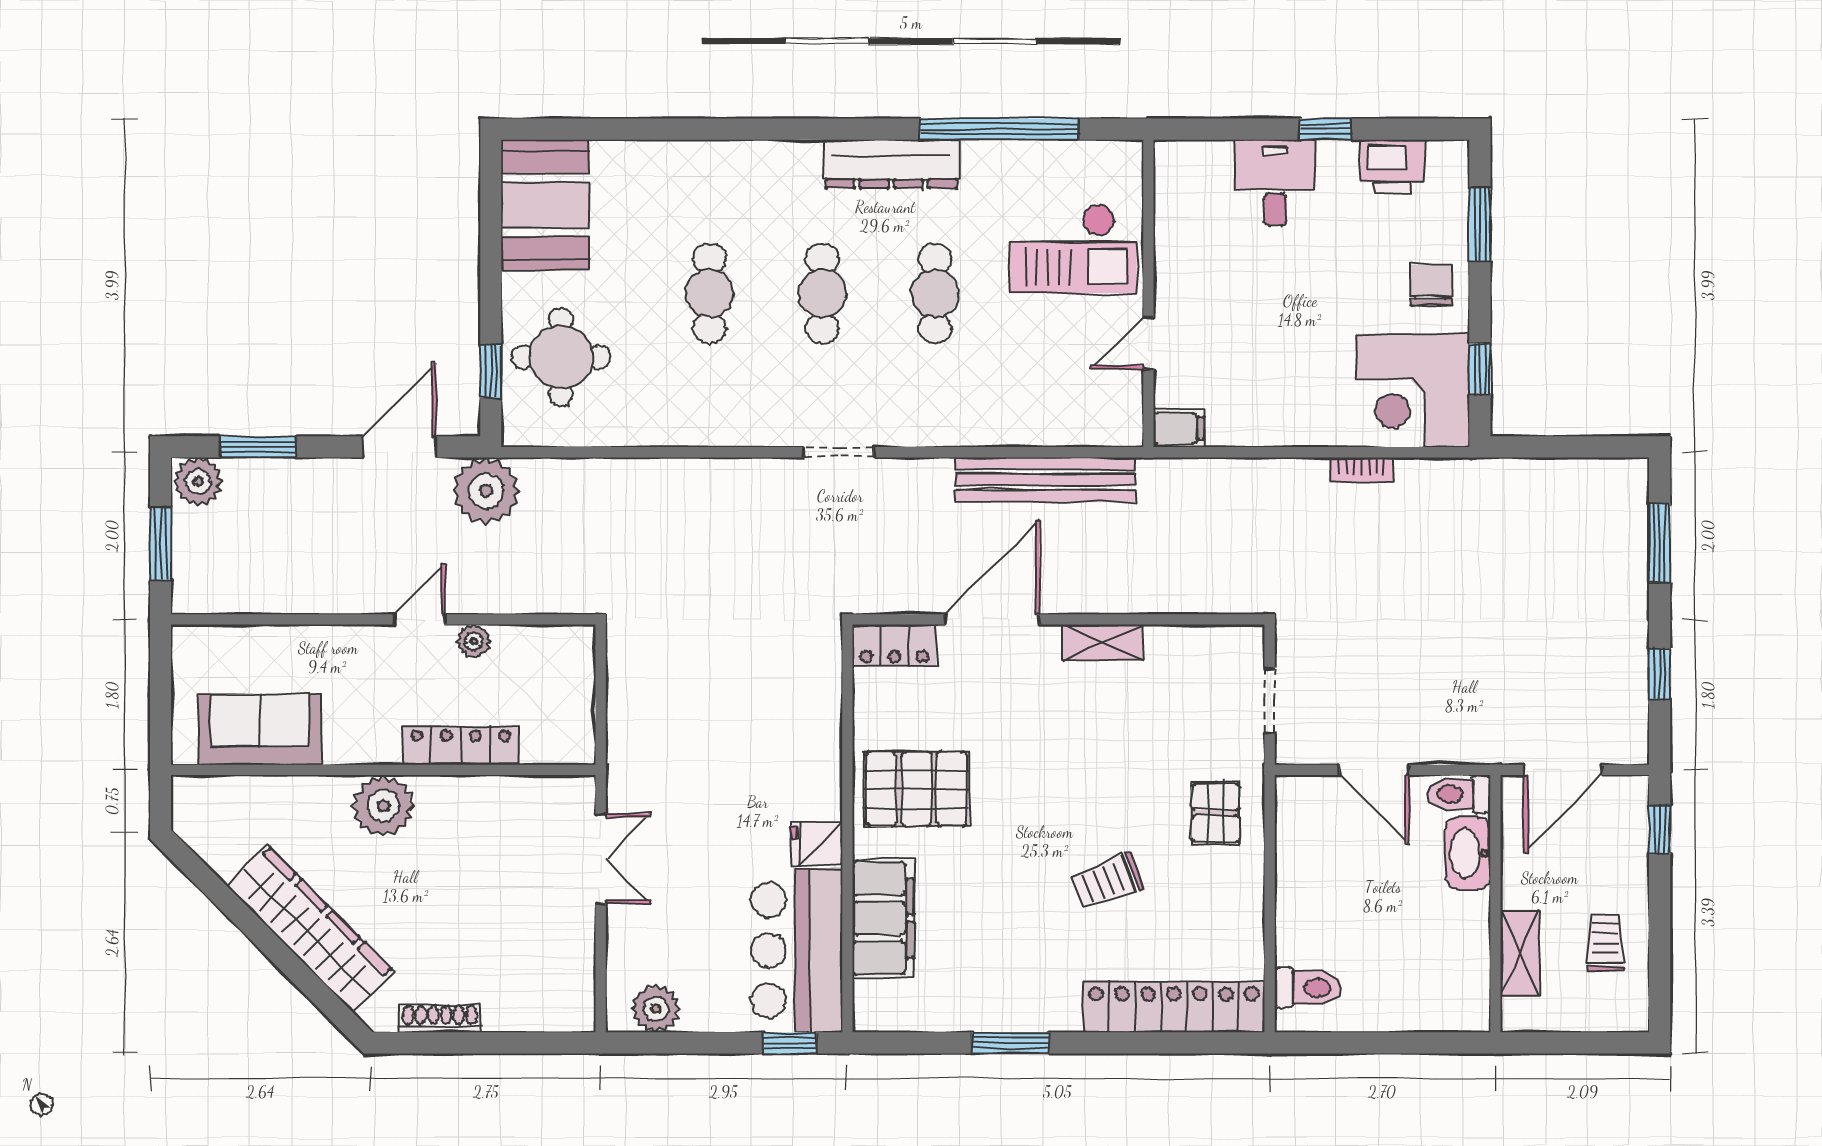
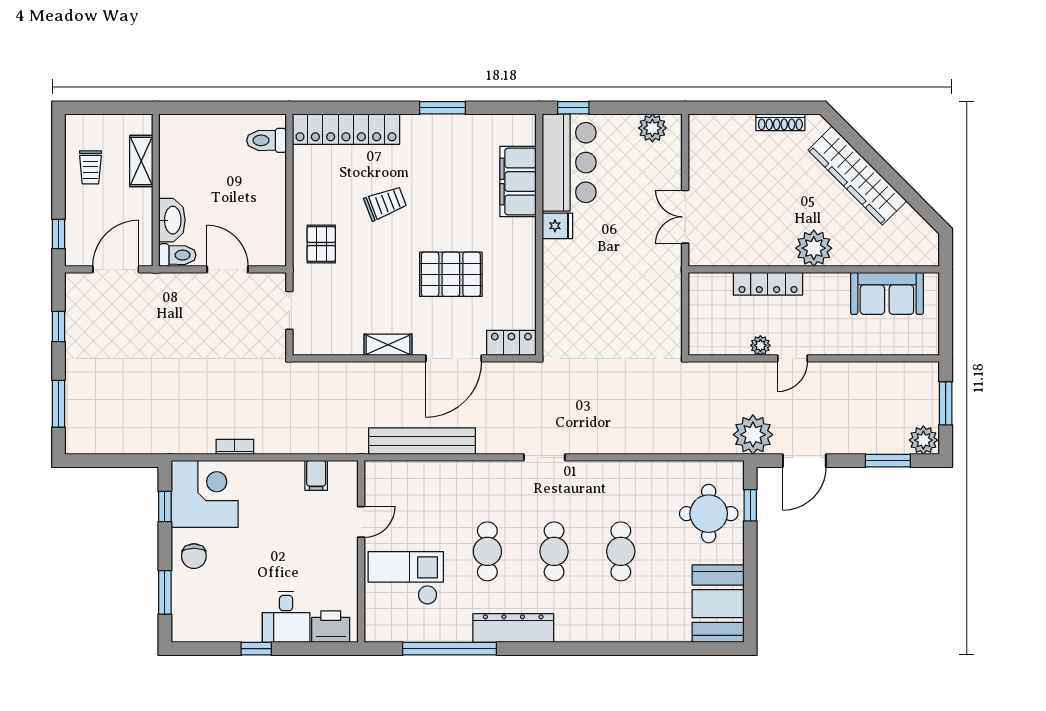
printer: (1393, 166) -> (331, 627), moved
filing cabinet: (1179, 428) -> (316, 475), moved, turned -90
pallet: (916, 789) -> (451, 274), moved

